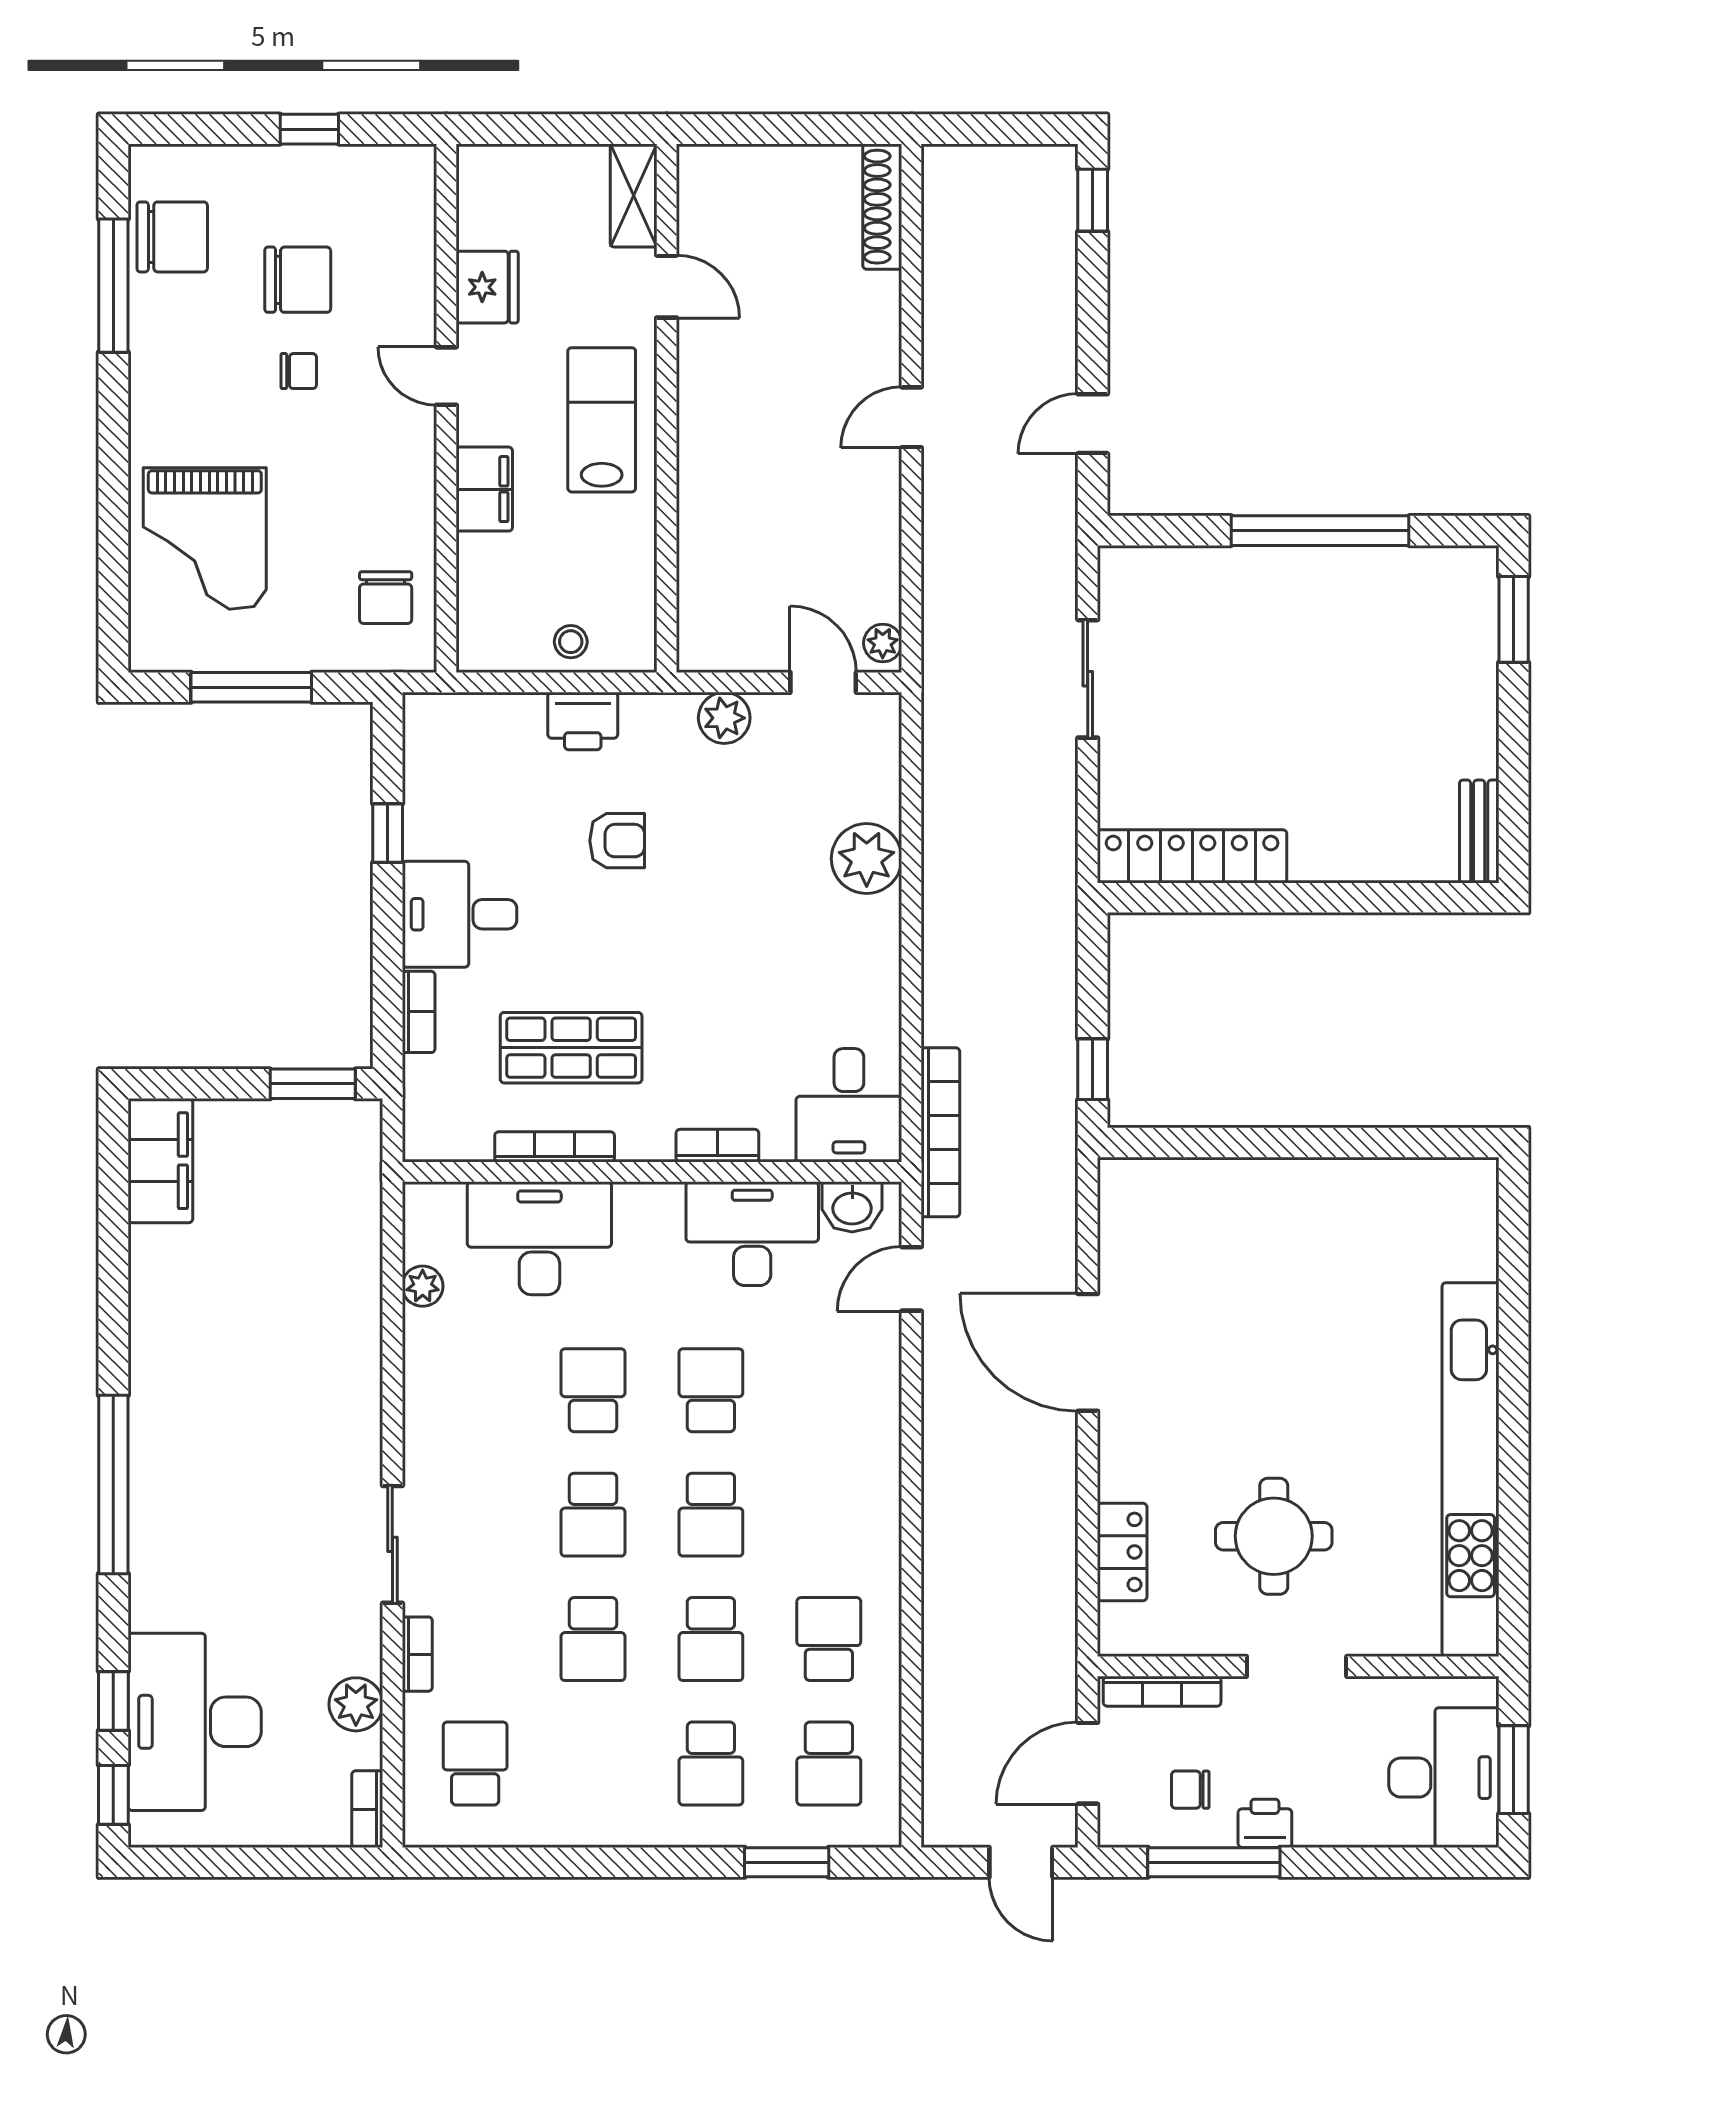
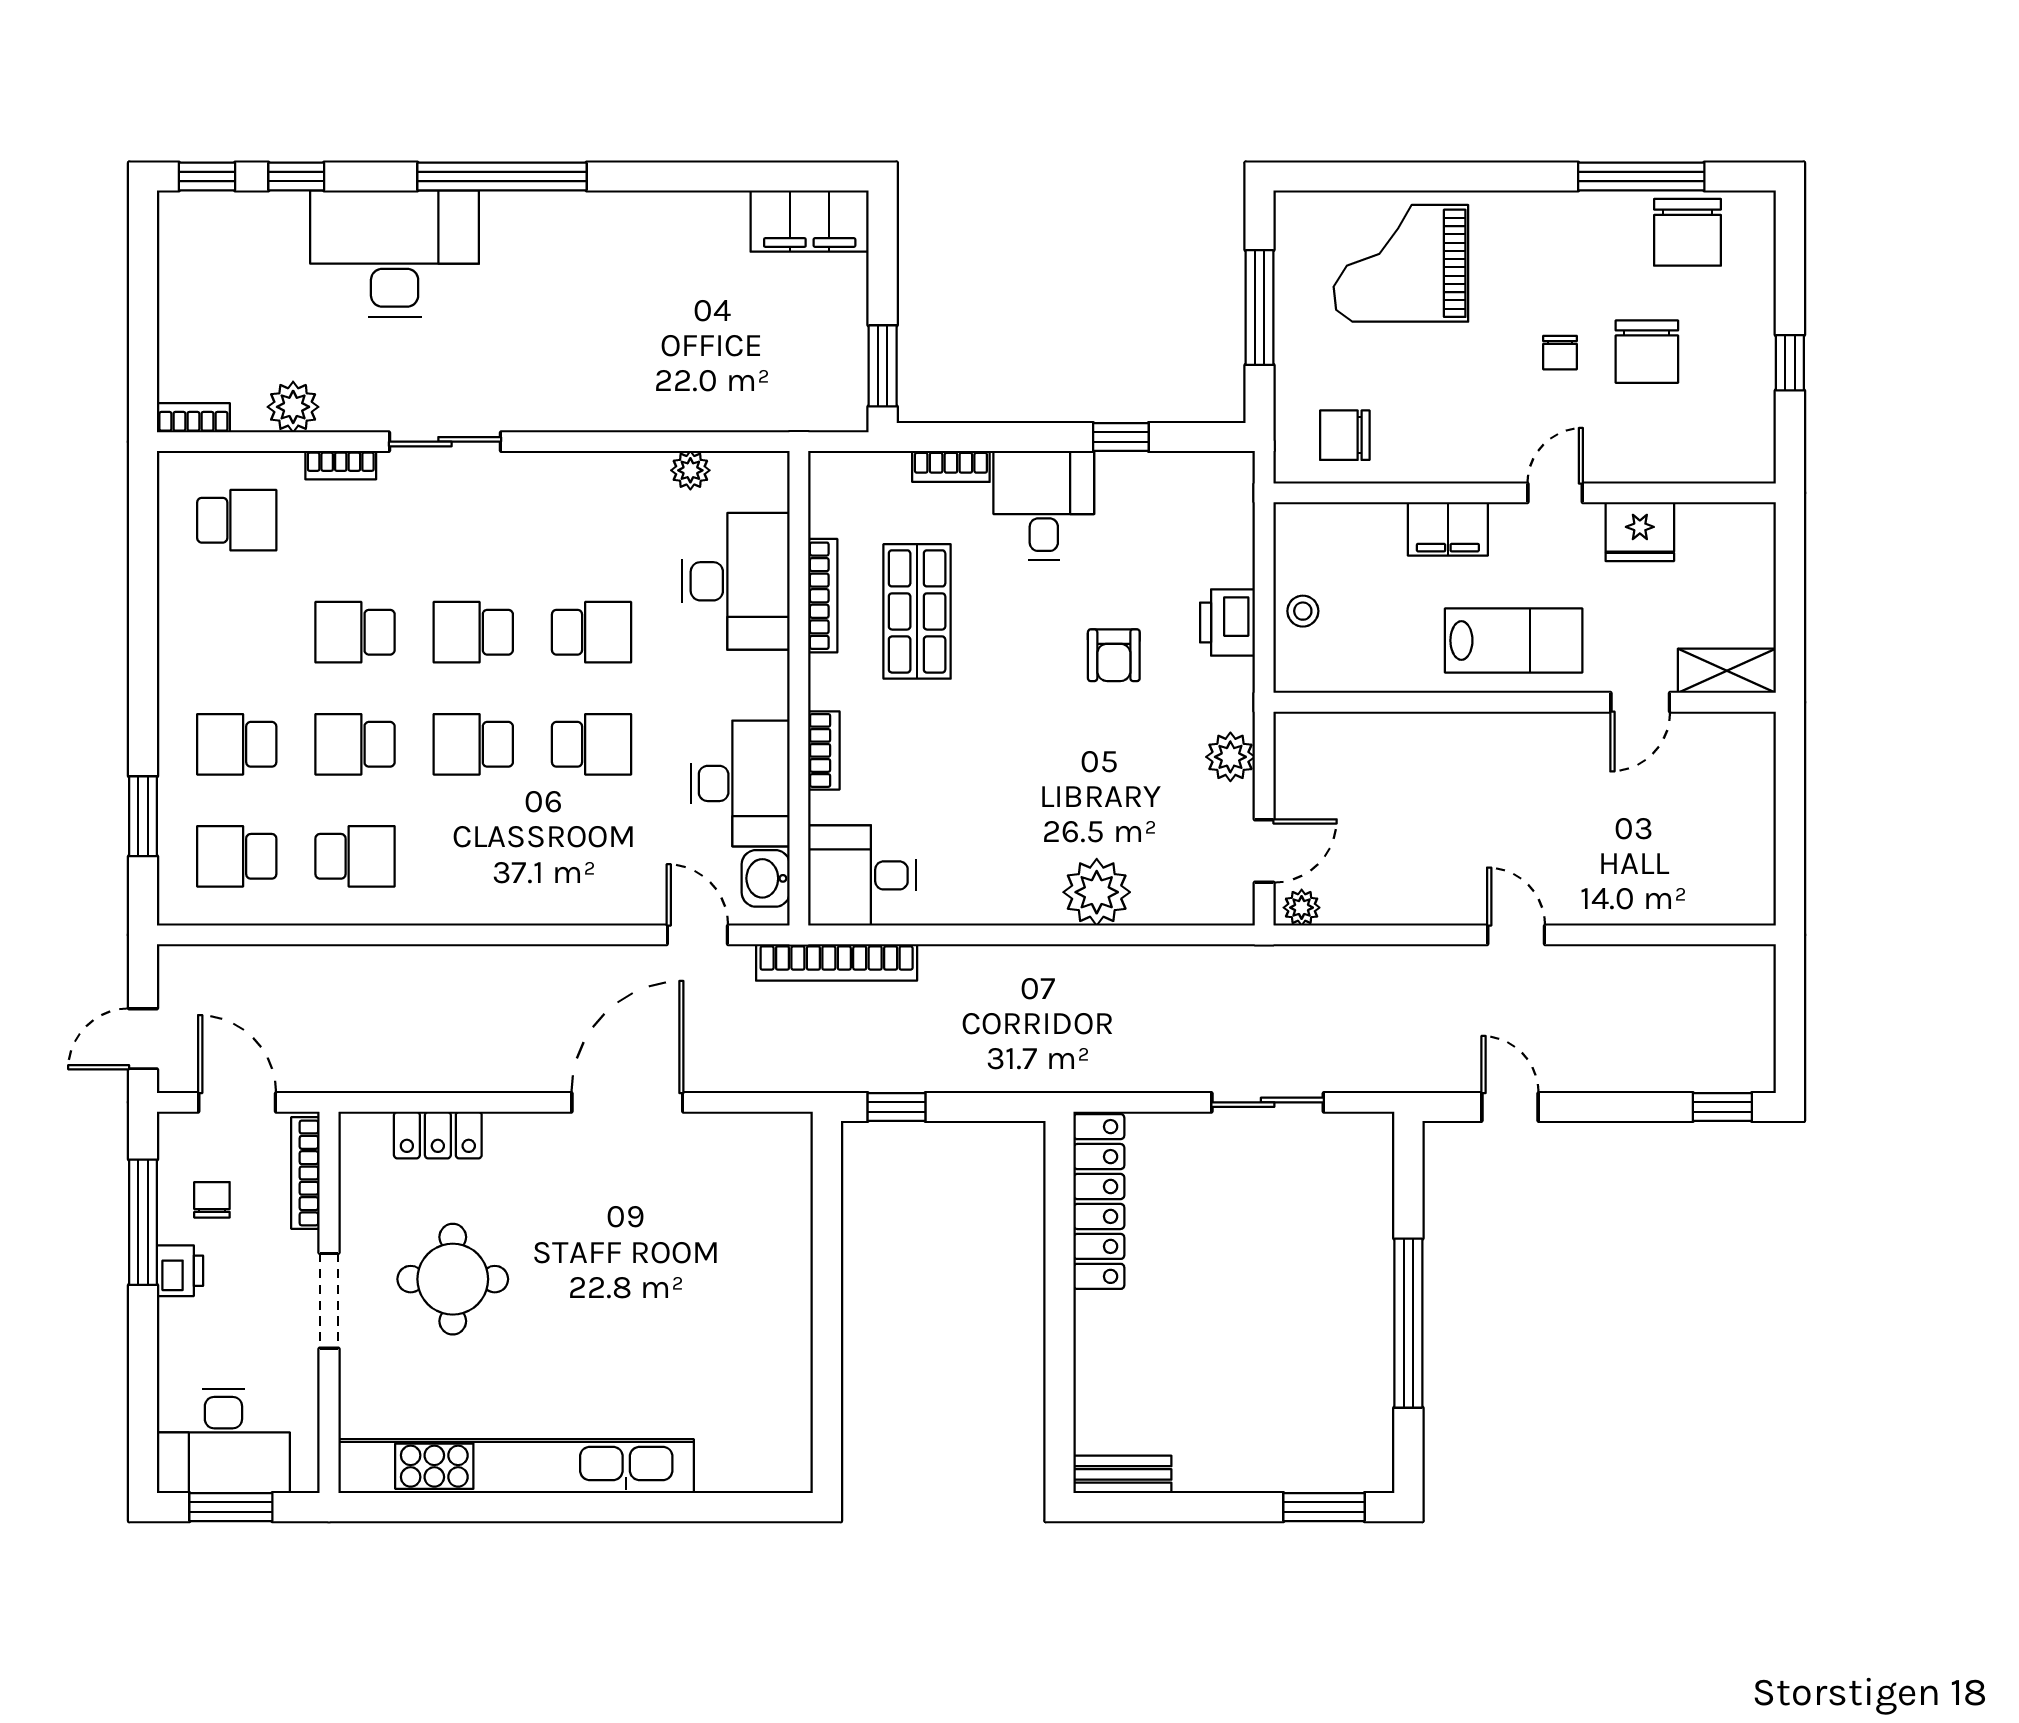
shoe rack: (882, 207) -> (1716, 907), removed
desk: (195, 1722) -> (395, 254), moved

